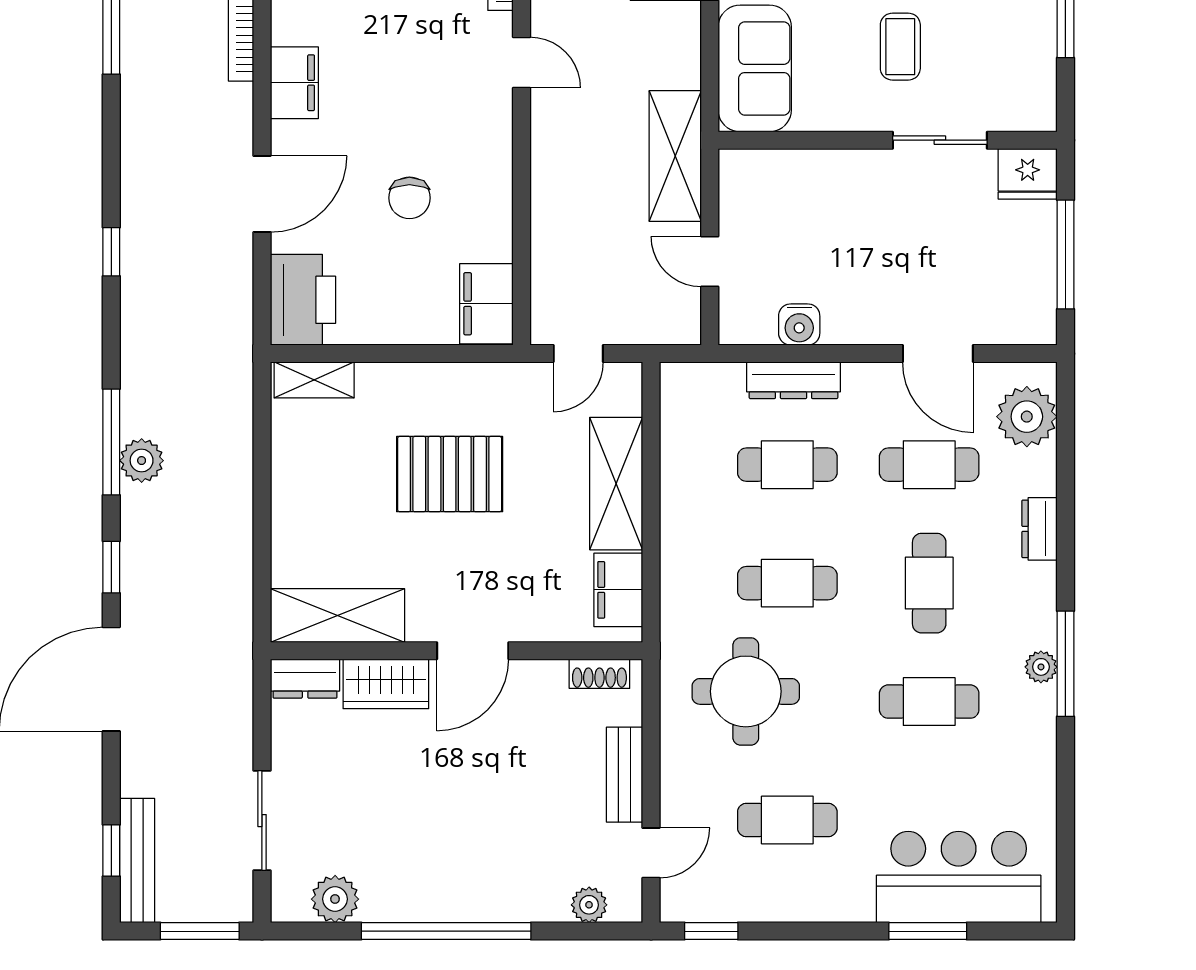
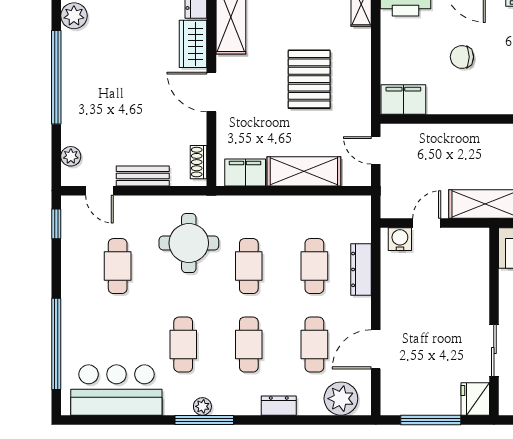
water cooler: (799, 325) -> (400, 239), moved, turned 90
cafe table: (929, 583) -> (249, 345), turned 90
bar counter: (959, 877) -> (116, 390), moved, turned -90
window: (928, 931) -> (56, 344), width x2.11

